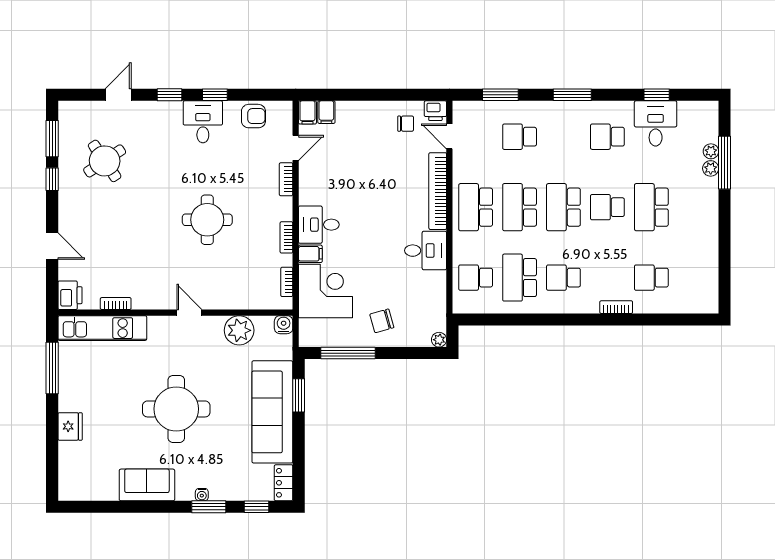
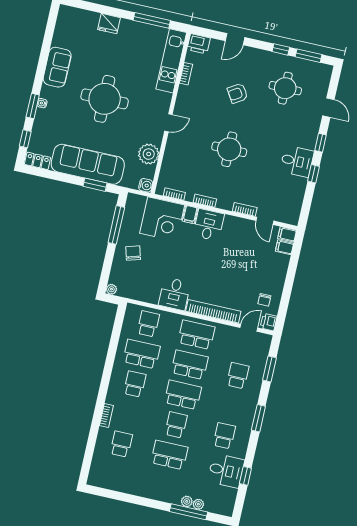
armchair: (253, 116) -> (238, 93), moved, turned 58
round table: (105, 161) -> (285, 88), turned 34

